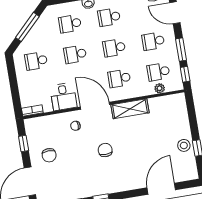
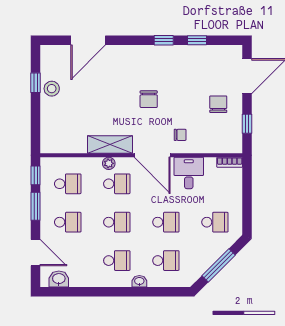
plant: (160, 88) -> (109, 163), moved

